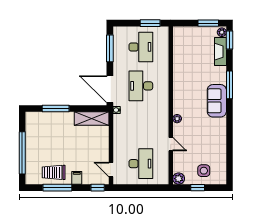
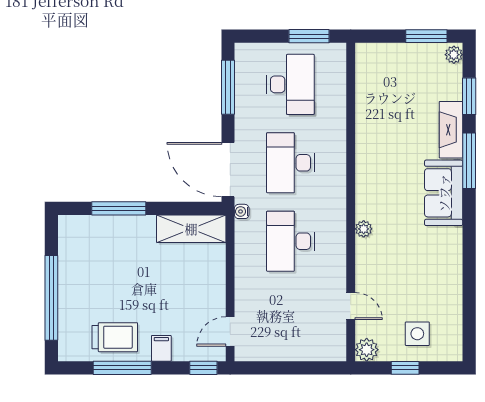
window: (229, 40) -> (469, 96), moved
fireplace: (220, 52) -> (451, 130), moved
door: (171, 144) -> (351, 306), moved
desk: (141, 164) -> (290, 241), moved, turned 180
door: (111, 170) -> (230, 331), hinge flipped
trolley: (54, 172) -> (115, 337), turned 180

